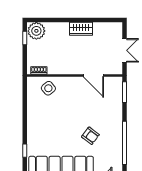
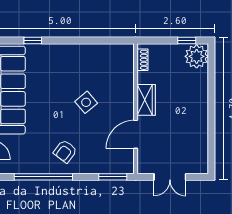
wardrobe: (81, 29) -> (146, 100), moved, turned 180
side table: (48, 88) -> (86, 102), moved
armchair: (90, 136) -> (65, 151), moved

